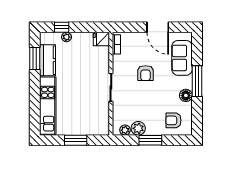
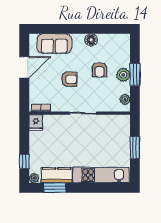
plant: (66, 37) -> (34, 178), moved
window: (197, 81) -> (77, 29), removed
armchair: (173, 120) -> (100, 70), moved
plant: (138, 128) -> (123, 75), moved

